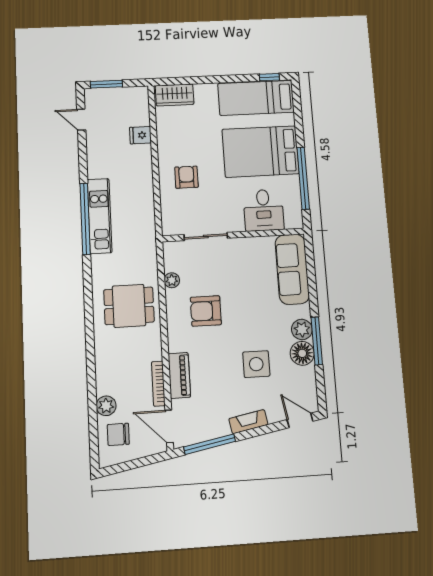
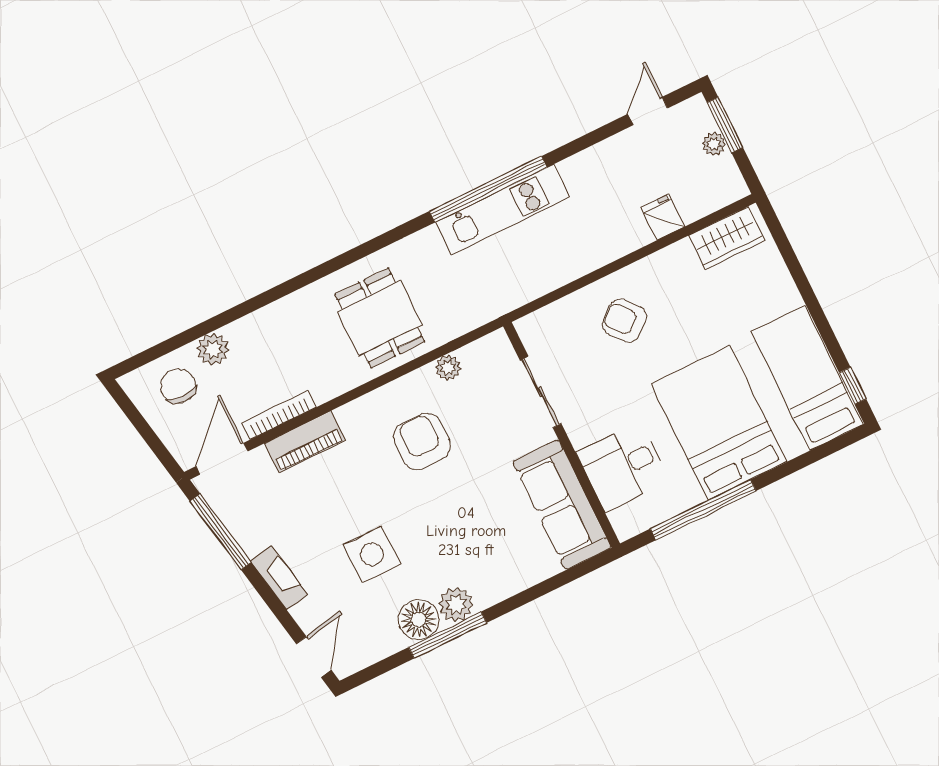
plant: (114, 94) -> (714, 144), added
wardrobe: (175, 95) -> (727, 238), moved, turned -90
armchair: (186, 177) -> (625, 321), turned -130
sofa: (292, 269) -> (562, 505), moved, turned -90

